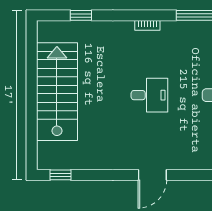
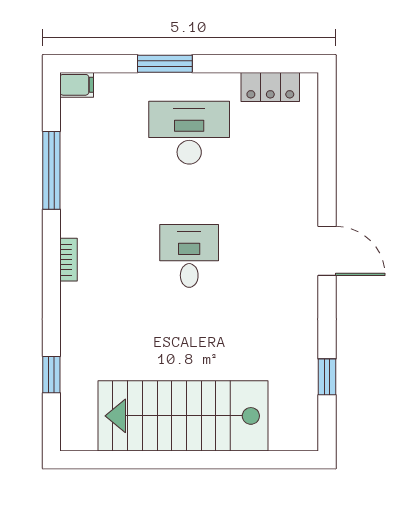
window: (60, 175) -> (327, 377), moved

